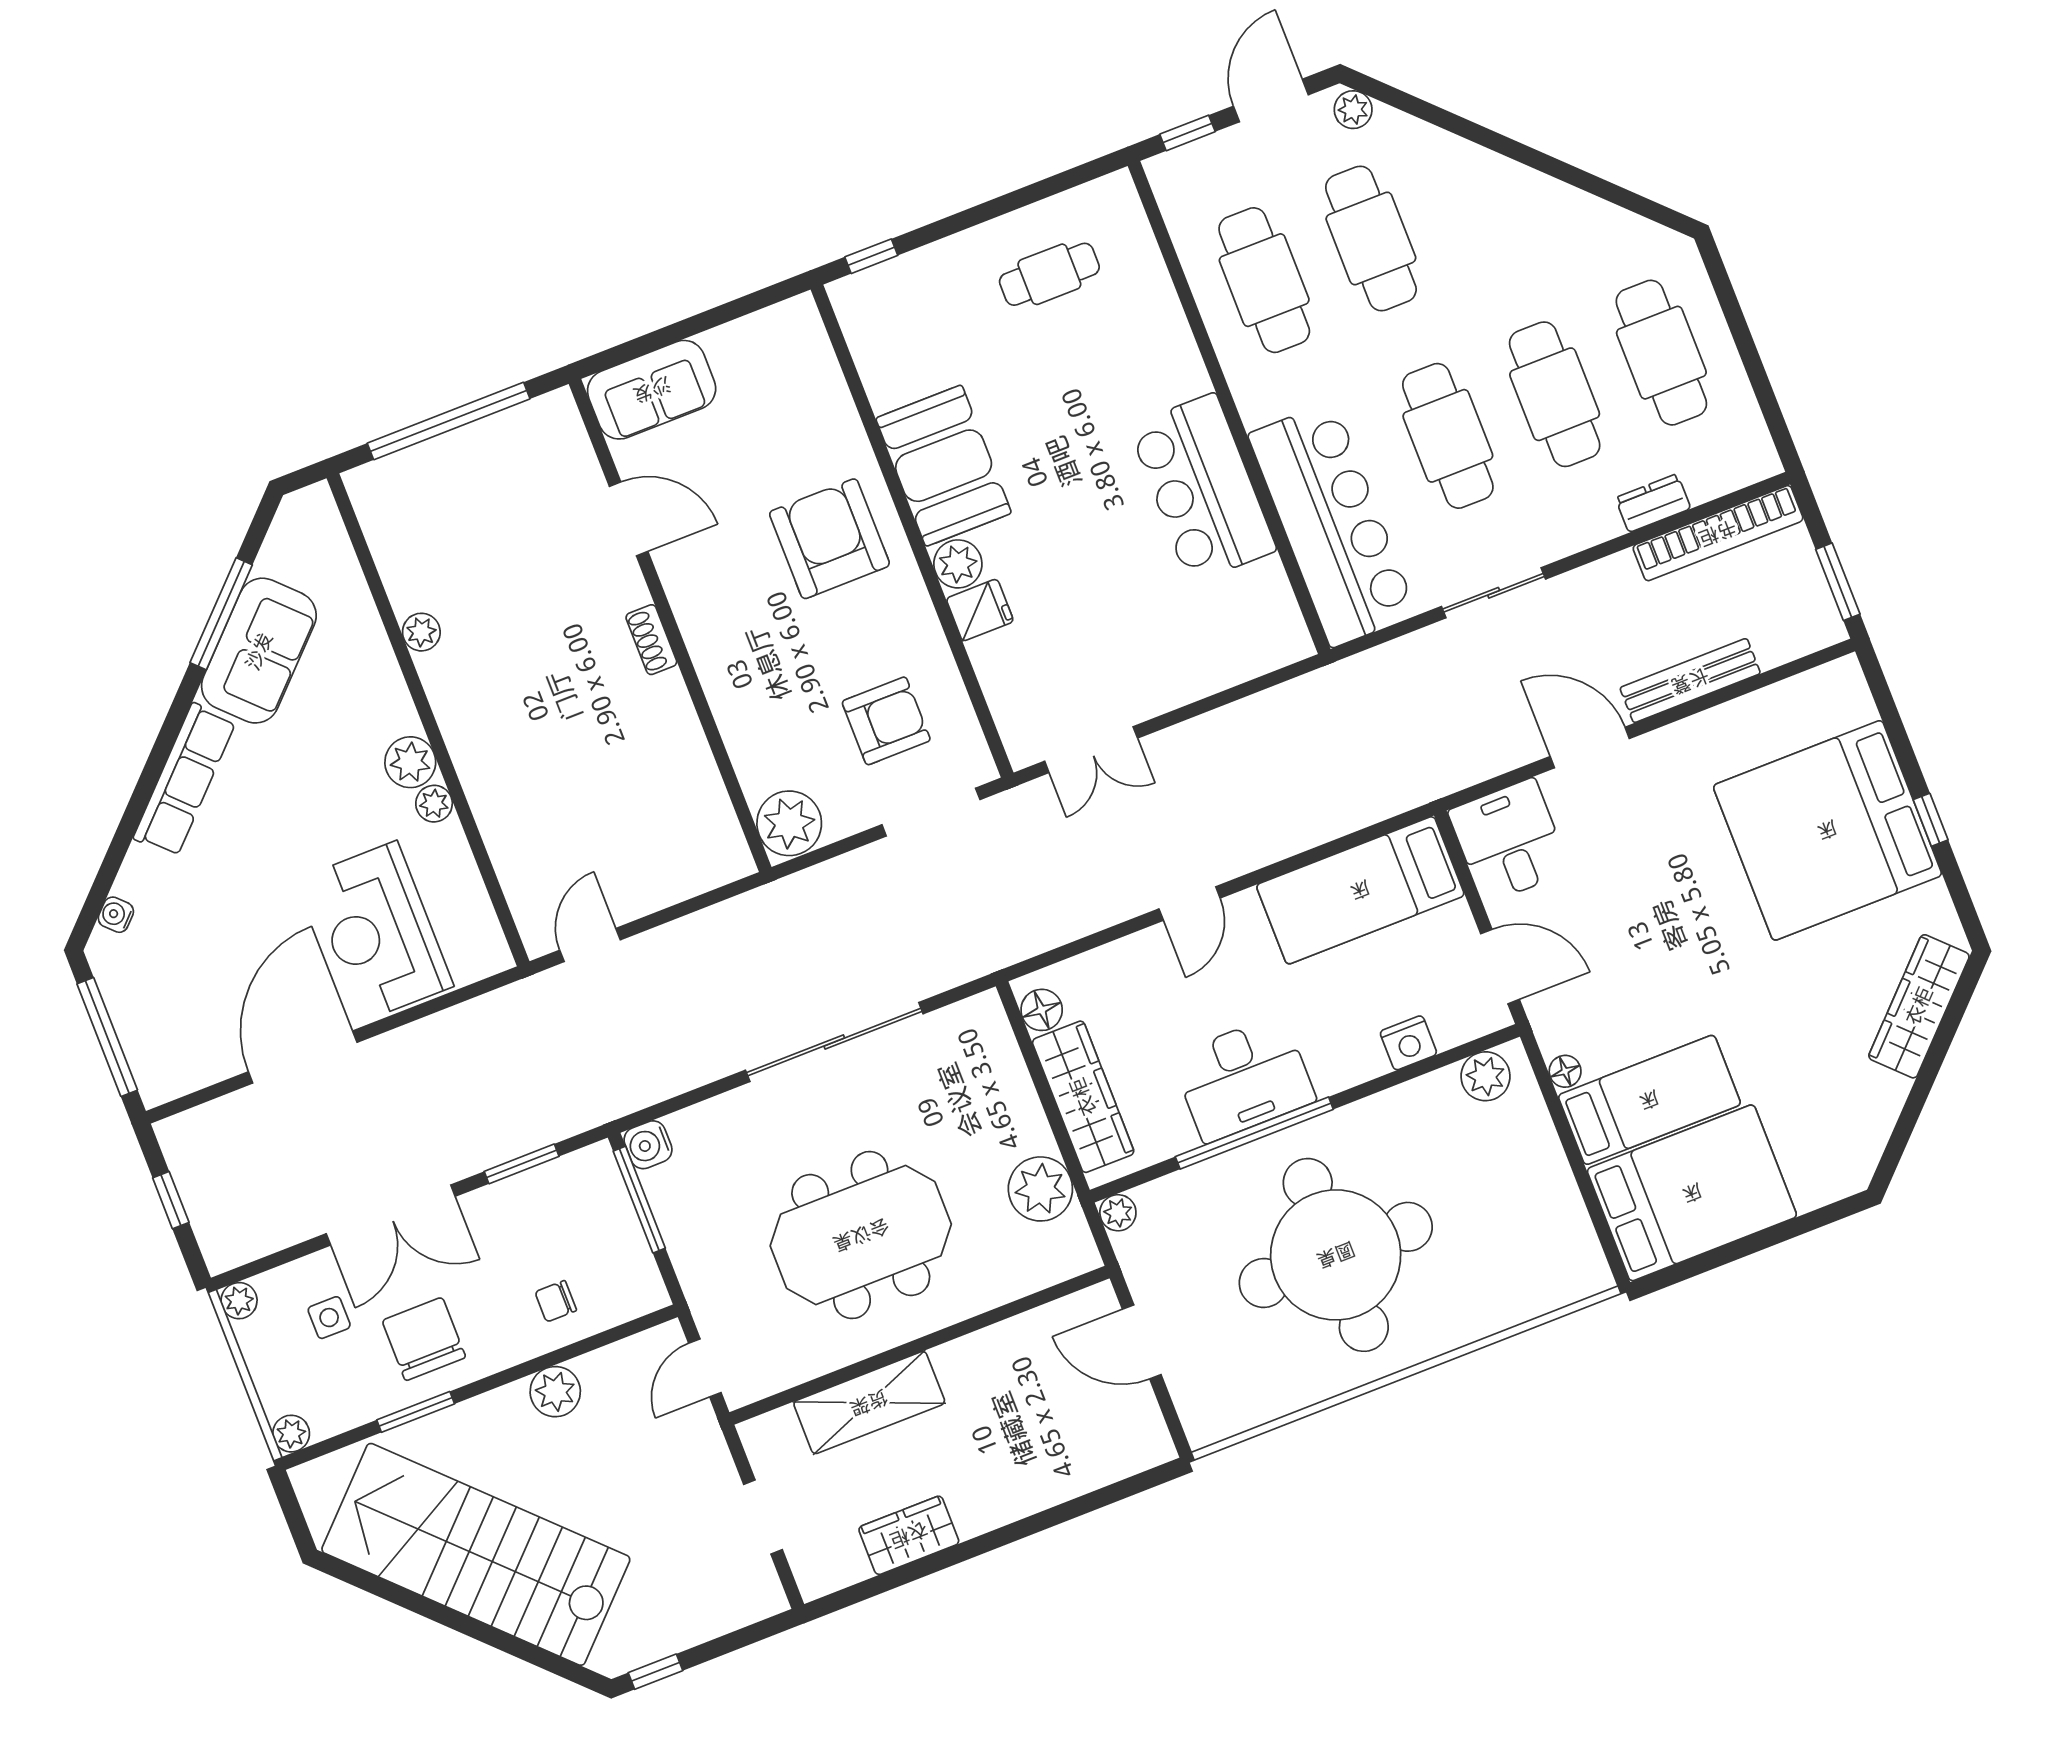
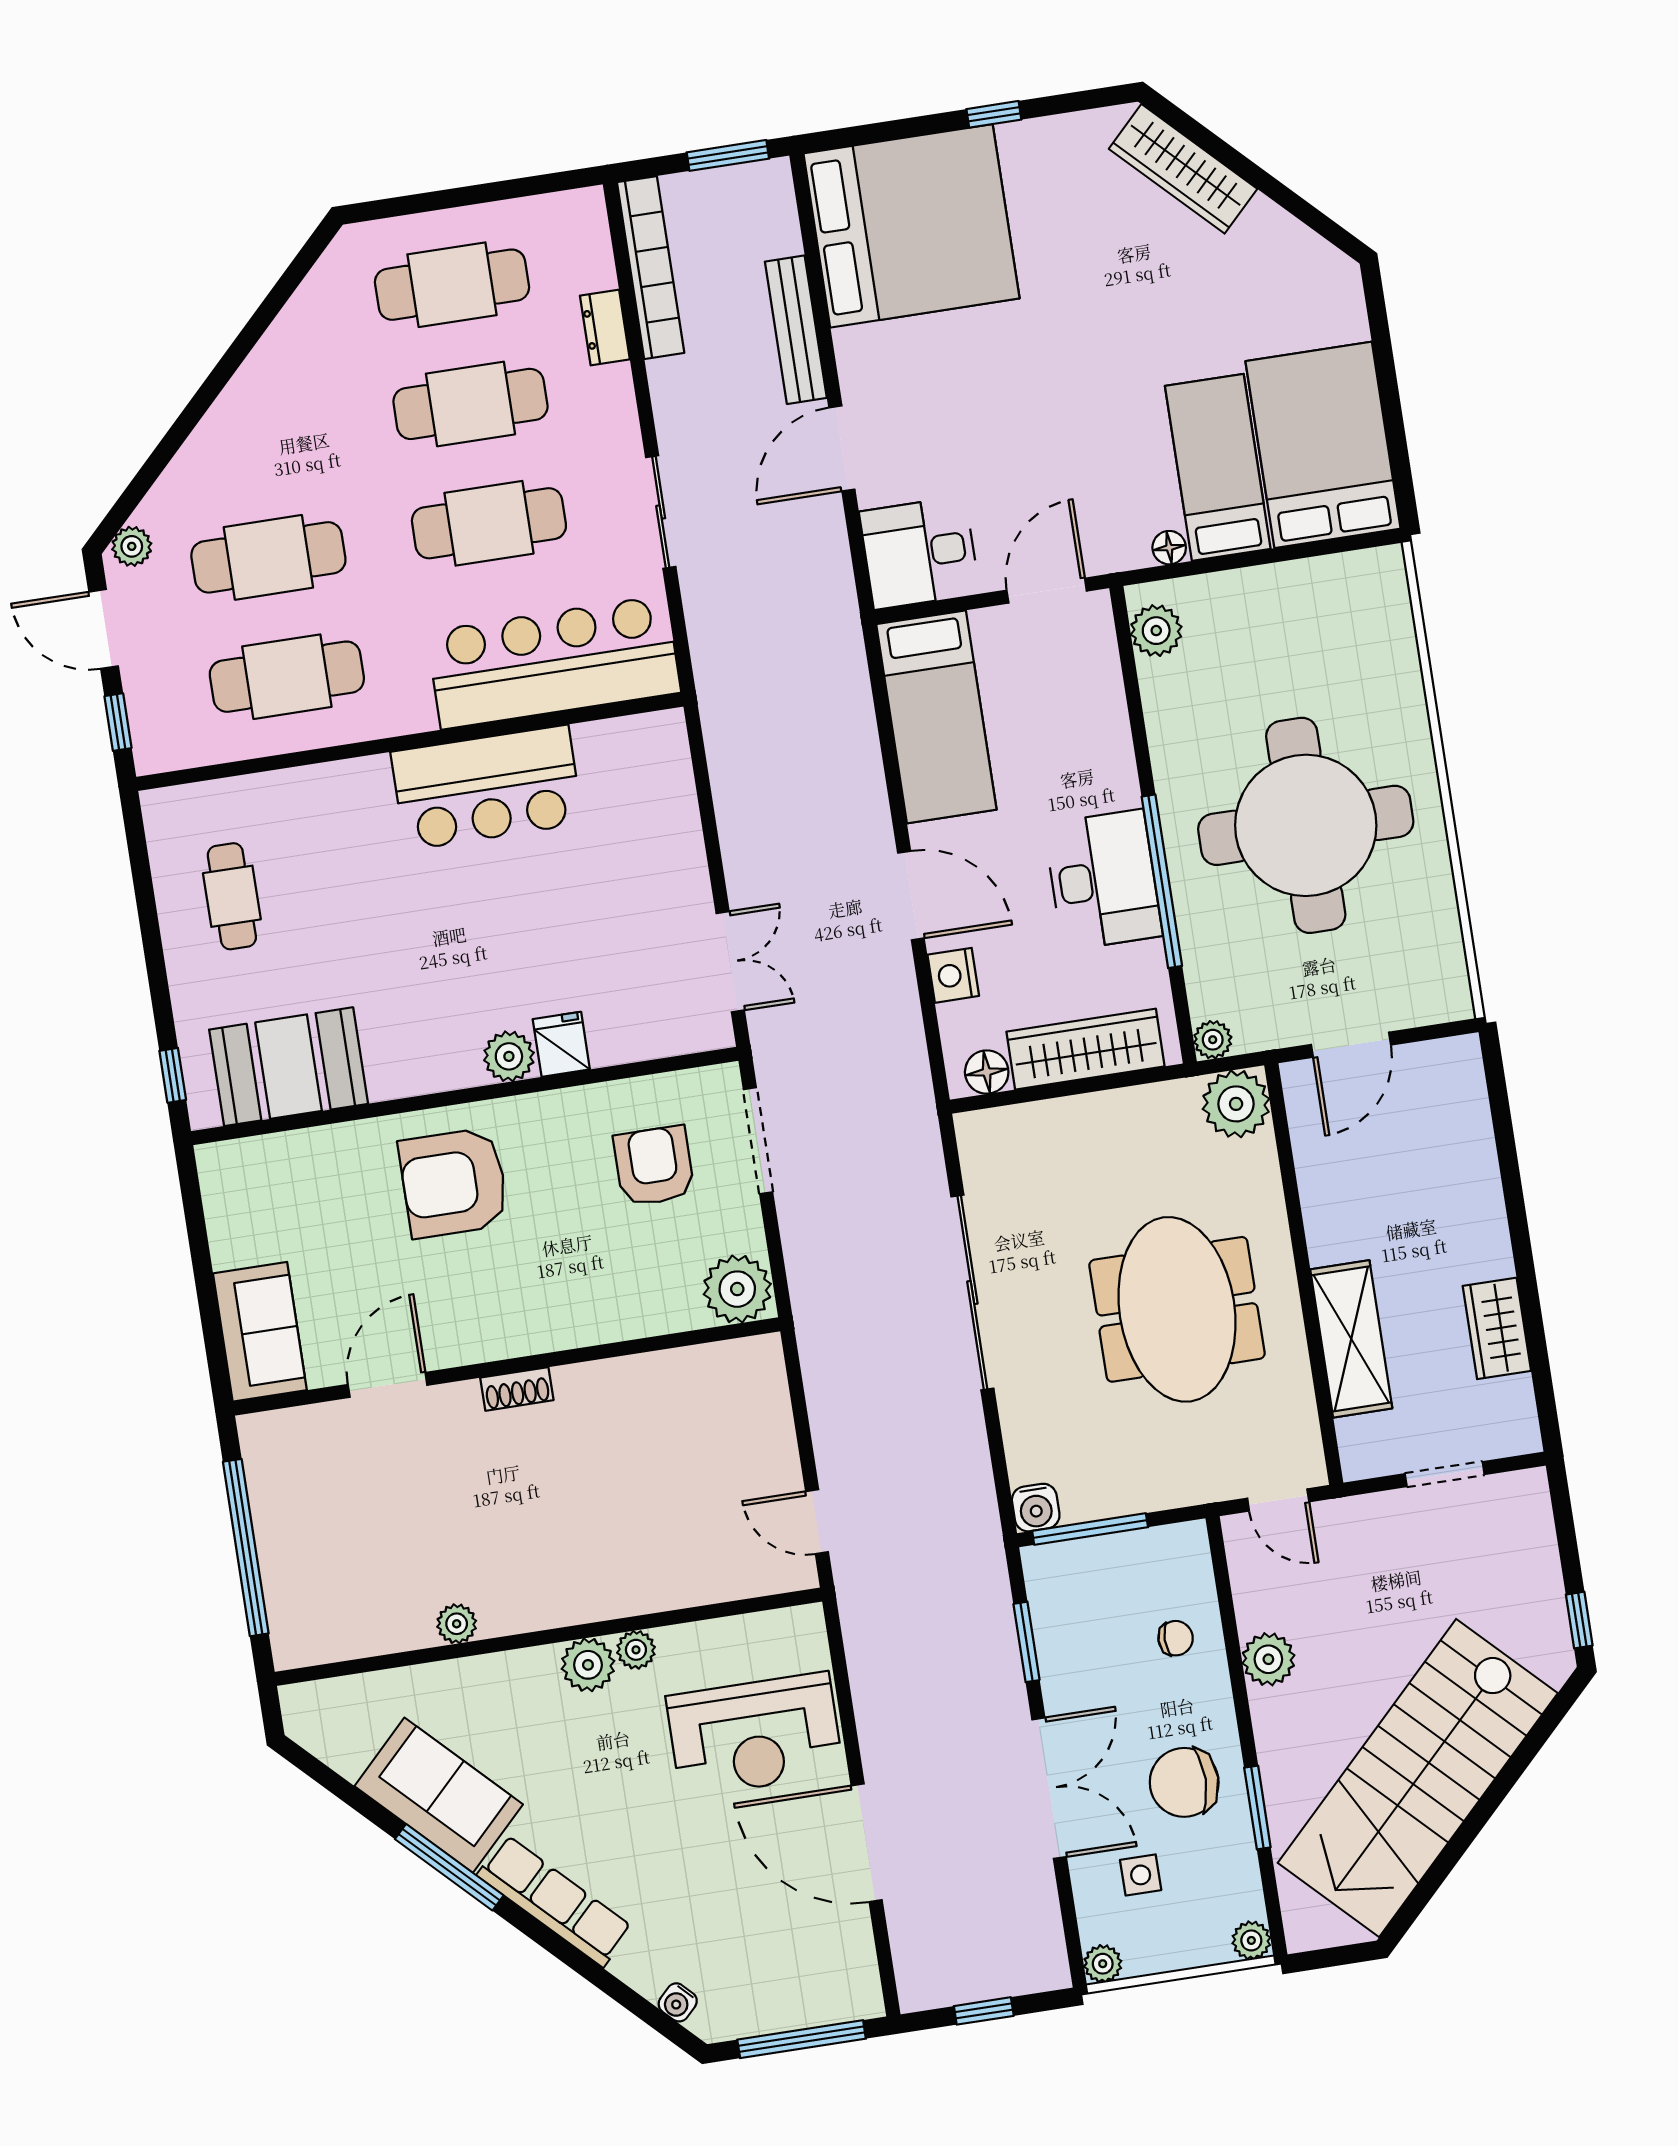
booth: (944, 466) -> (289, 1067), moved
window: (221, 614) -> (449, 1867), moved
bed: (1827, 830) -> (911, 226), moved, turned -90
door: (1190, 903) -> (911, 896), width x1.38
nightstand: (1408, 1043) -> (953, 975), moved, turned 180
plant: (1040, 1189) -> (1236, 1104), moved
chair: (556, 1301) -> (1176, 1638), turned -90

